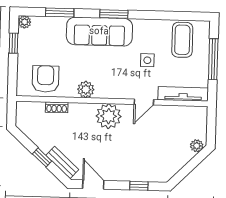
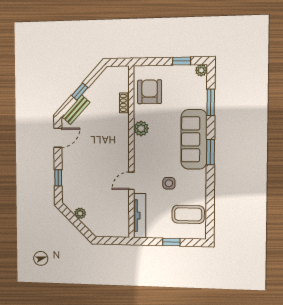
window: (213, 59) -> (171, 242), width x0.46
armchair: (46, 79) -> (150, 92), turned -90
door: (144, 102) -> (131, 181), hinge flipped
plant: (109, 116) -> (118, 150), removed
plant: (197, 146) -> (80, 213), moved

